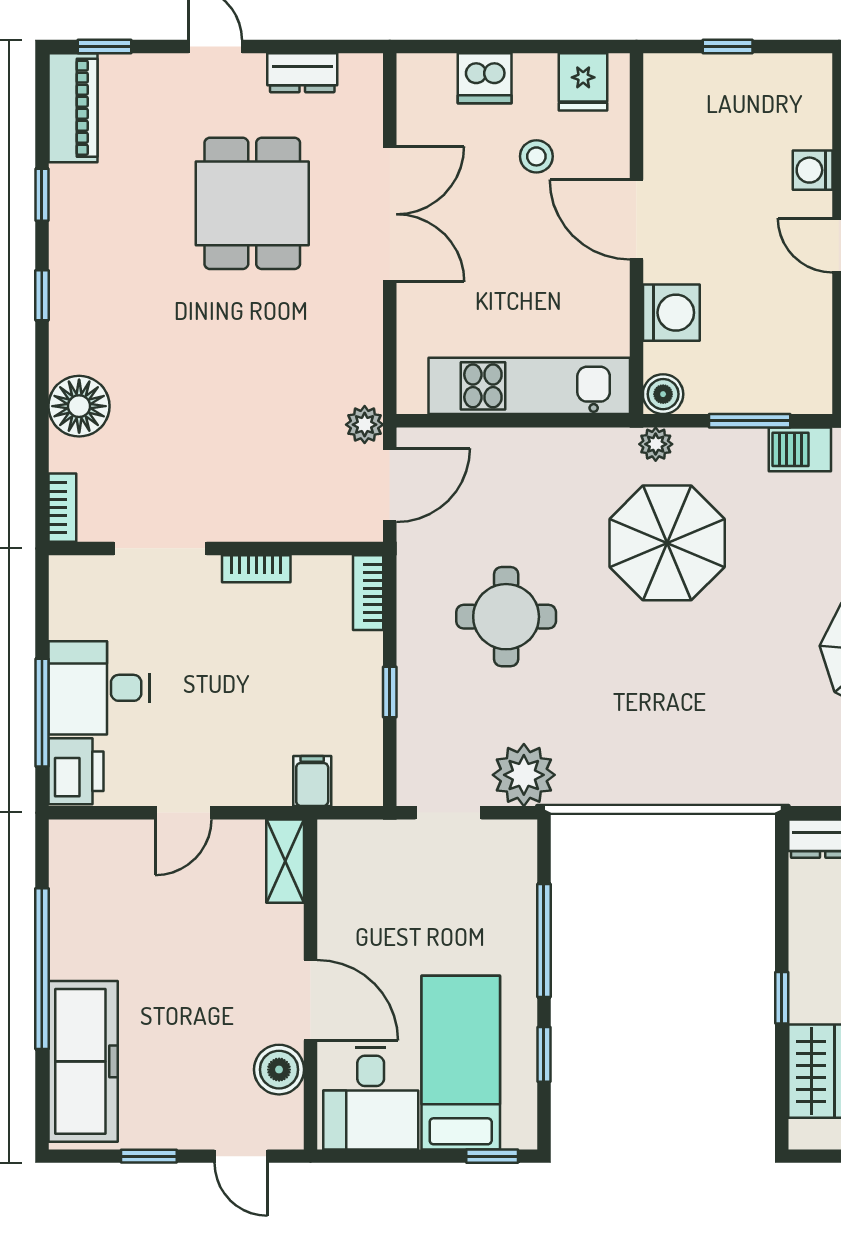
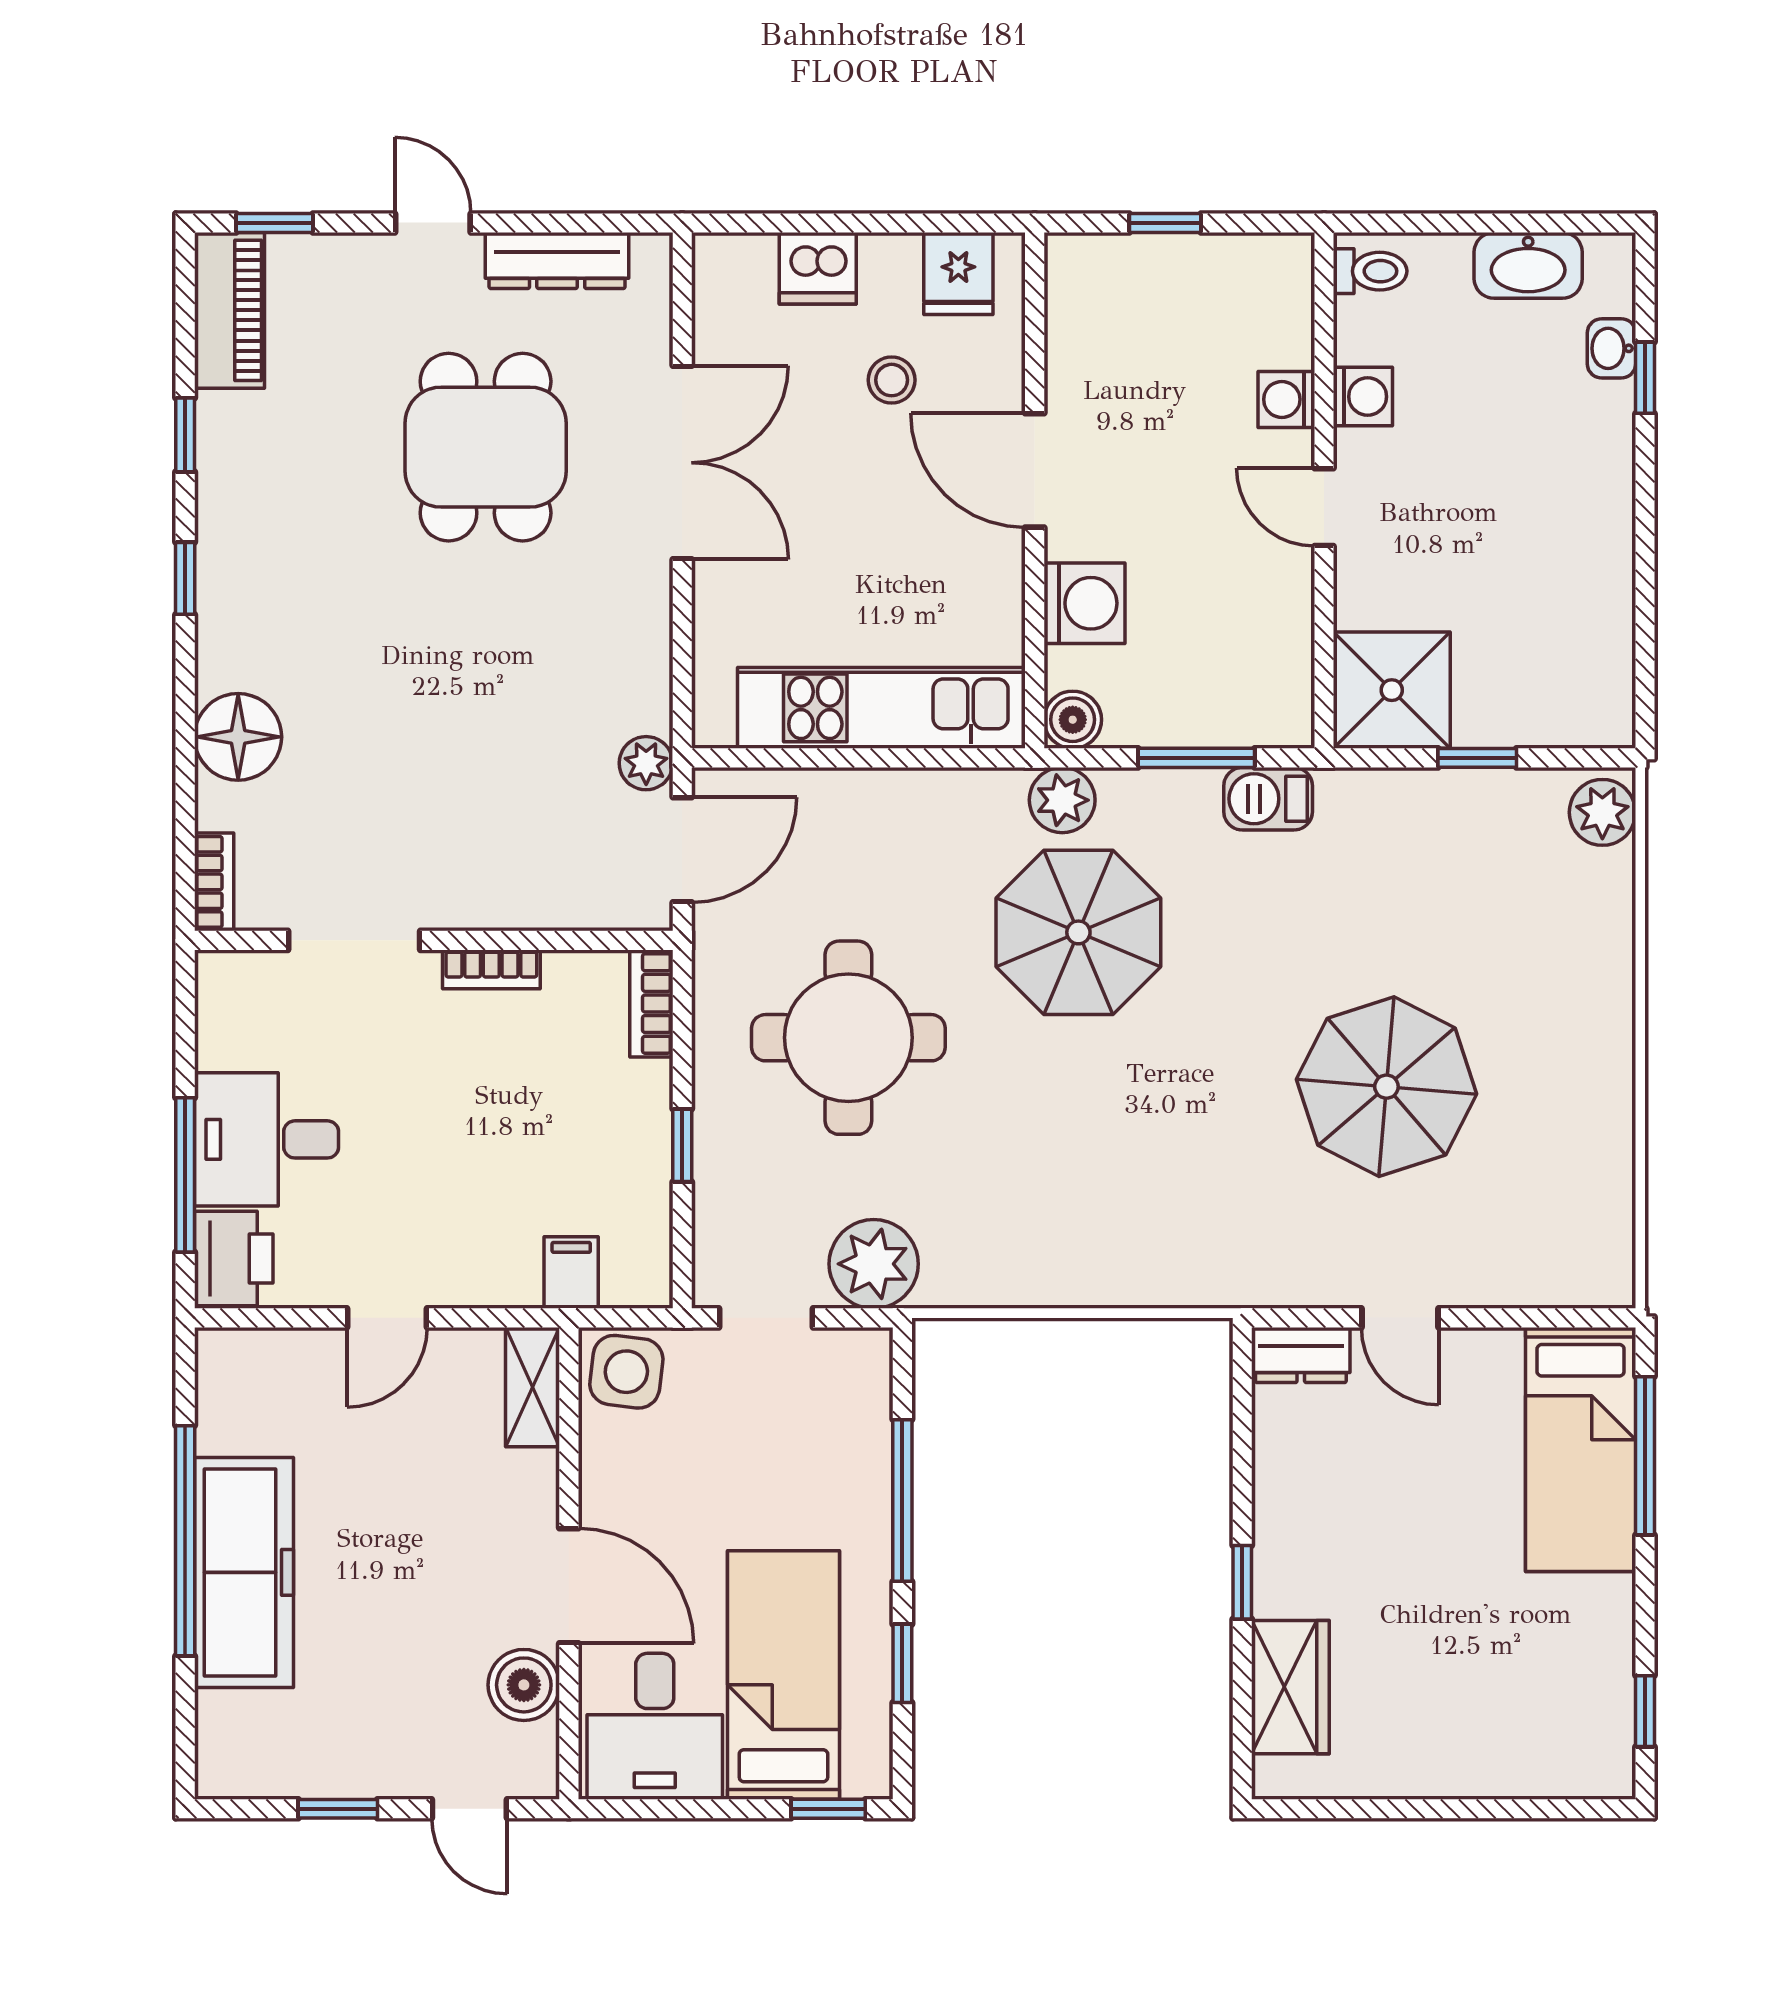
dresser: (302, 73) -> (557, 260), width x1.44
plant: (656, 444) -> (1062, 800), width x1.38, depth x1.38
round table: (506, 617) -> (848, 1038), width x1.36, depth x1.36
side table: (351, 850) -> (626, 1372), added
freezer: (83, 1061) -> (244, 1572), moved

